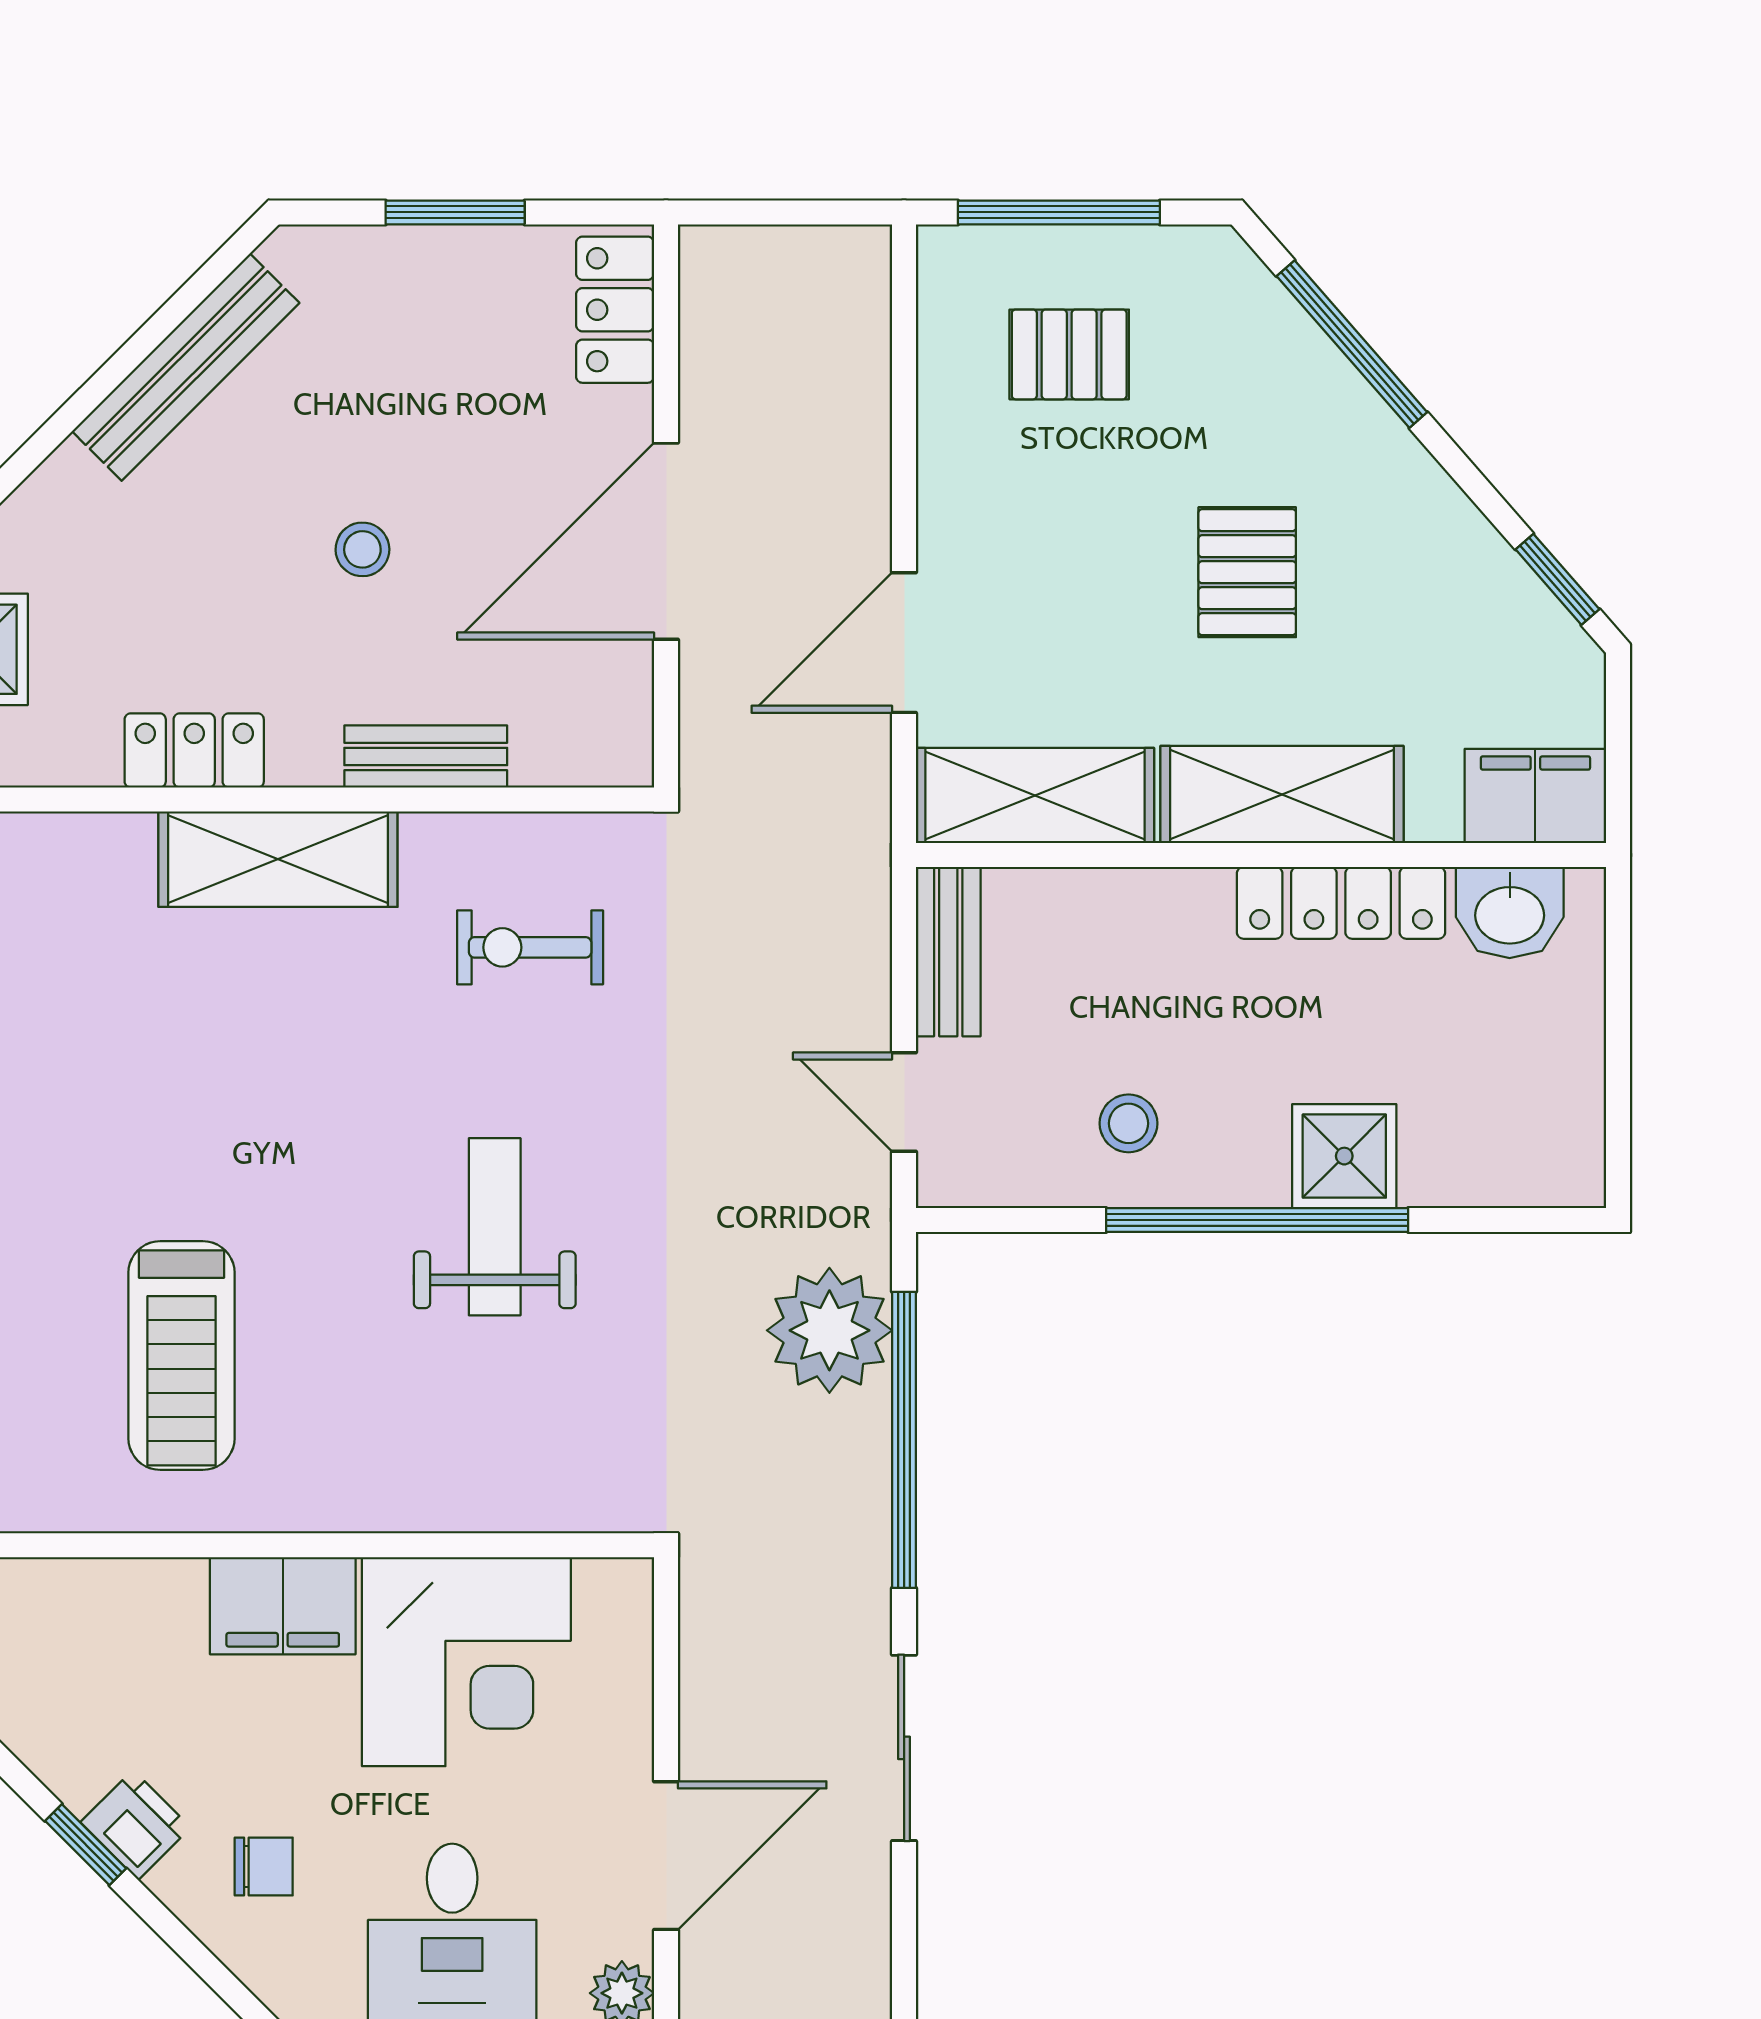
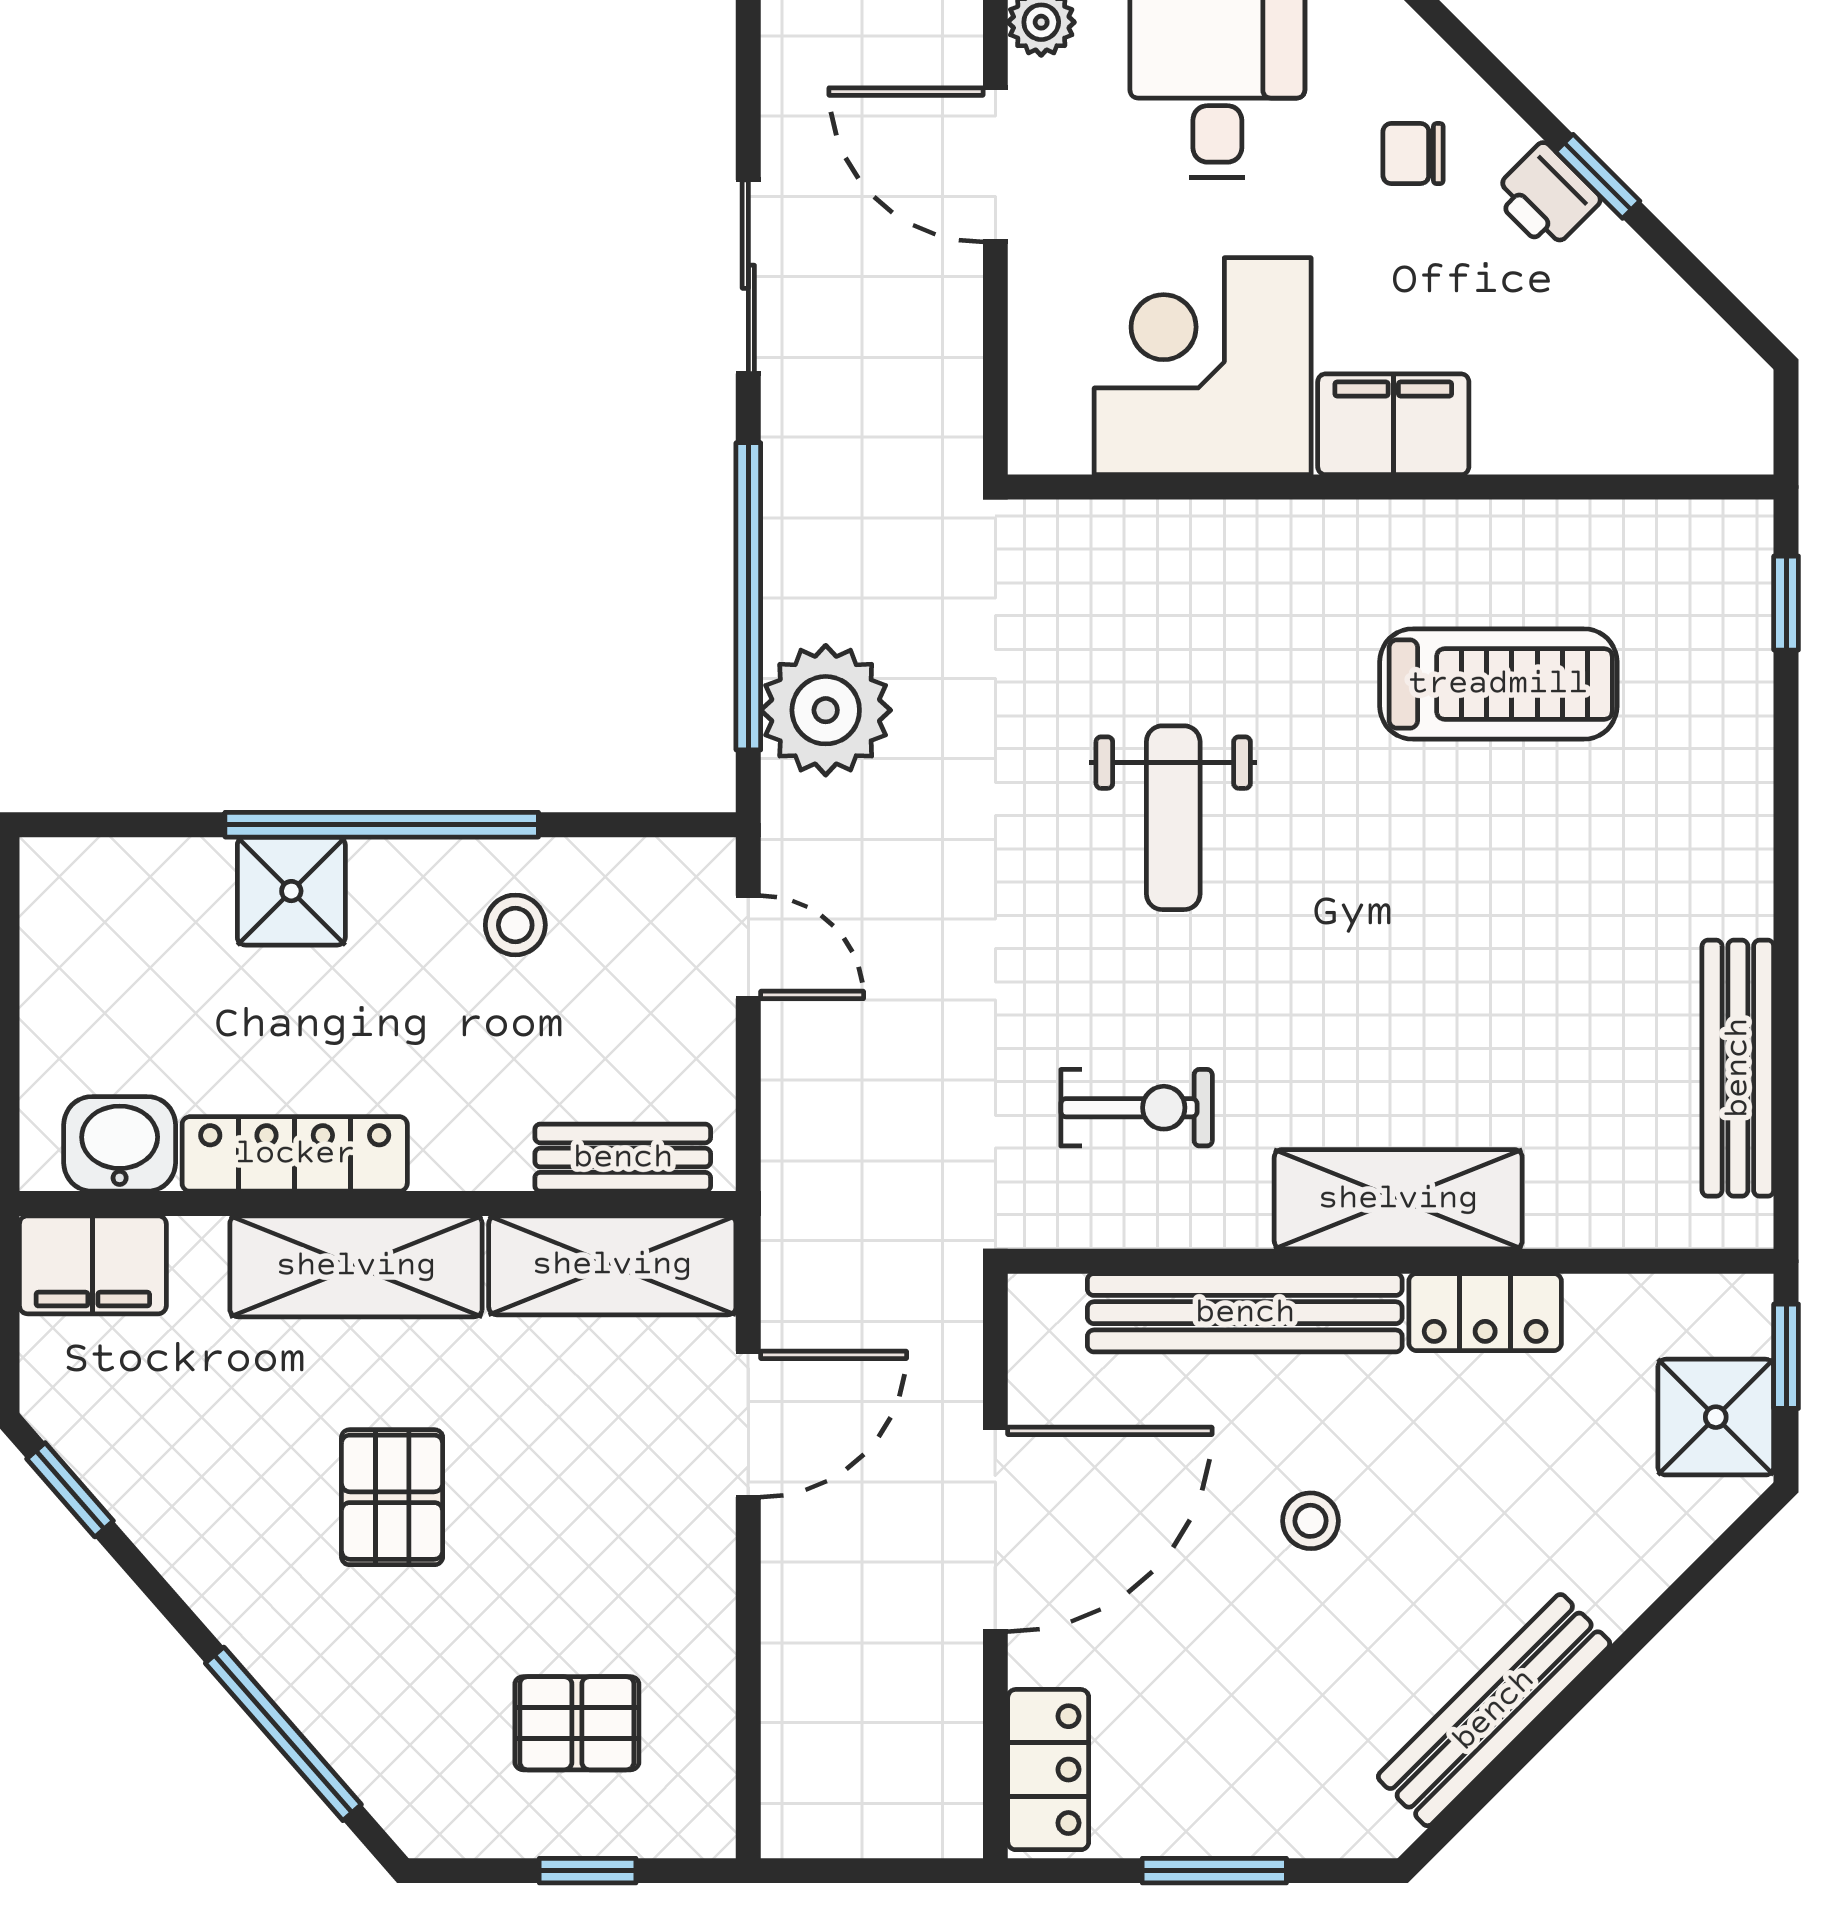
window: (1059, 212) -> (588, 1871), width x0.46
bench: (426, 757) -> (1245, 1313), width x1.86, depth x1.21
bench: (948, 952) -> (623, 1158), moved, turned 90
treadmill: (182, 1356) -> (1498, 684), turned 90
door: (666, 1856) -> (995, 165), hinge flipped

